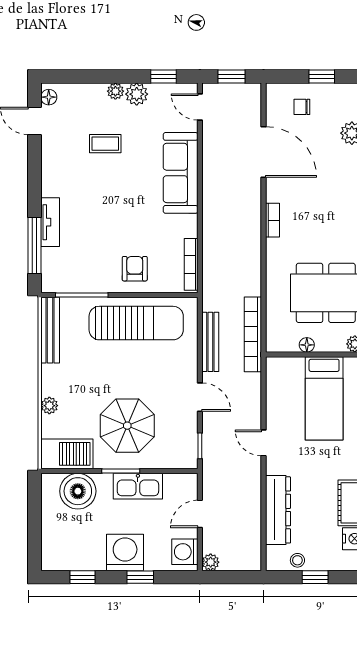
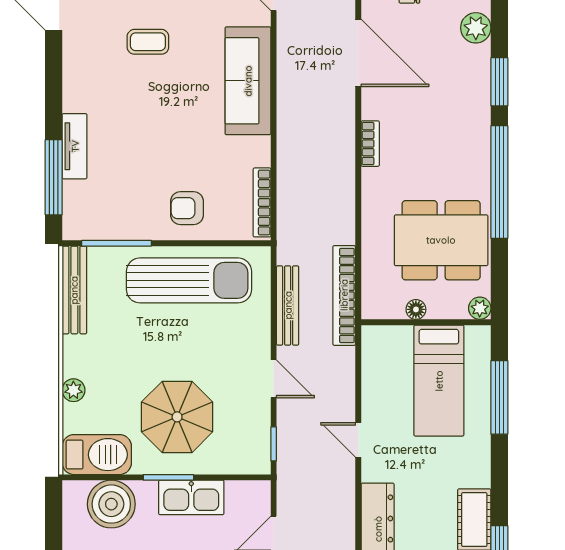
armchair: (135, 269) -> (187, 208), turned -90

